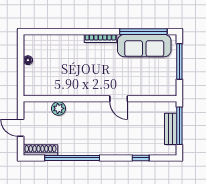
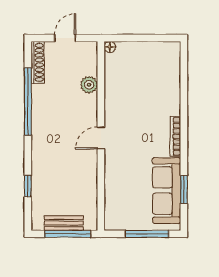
window: (143, 32) -> (184, 189), width x0.47
floor lamp: (28, 60) -> (110, 47), moved
door: (119, 99) -> (101, 138), moved

